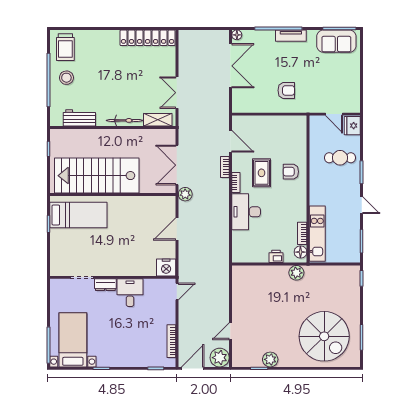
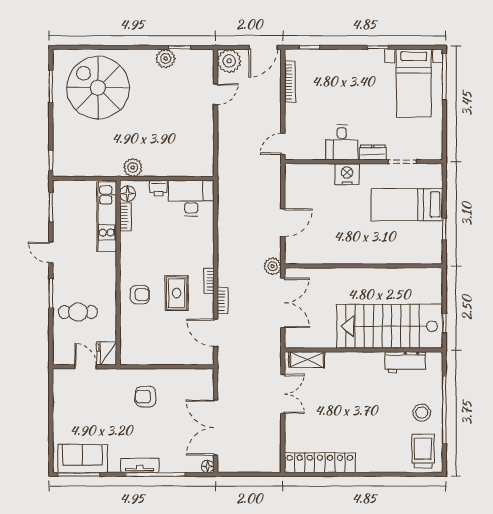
bicycle: (125, 120) -> (349, 359), removed
fridge: (352, 126) -> (106, 354), moved, turned 180
stairs: (97, 176) -> (390, 326), moved, turned 180
desk: (246, 212) -> (191, 198), moved, turned -90
bed: (78, 215) -> (407, 205), moved
nightstand: (166, 268) -> (347, 174), moved

